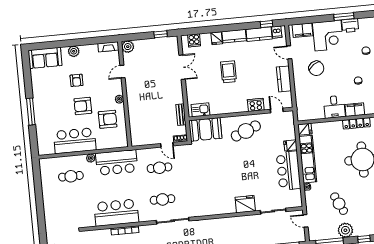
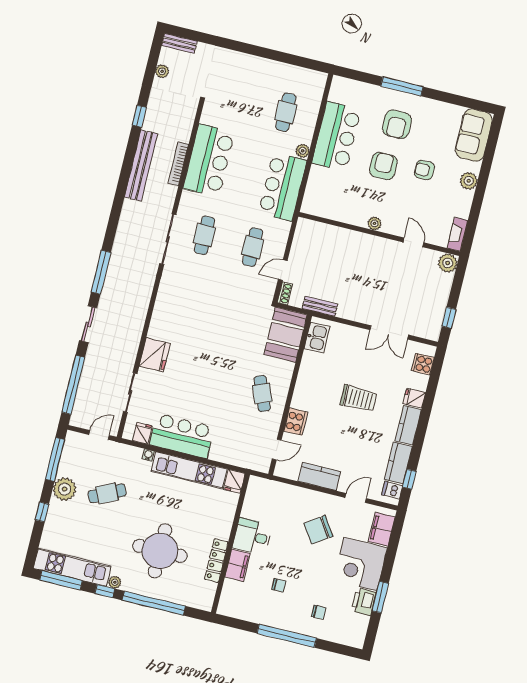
armchair: (108, 119) -> (397, 124), moved
cafe table: (246, 131) -> (262, 394), width x0.73, depth x0.74
fridge: (290, 145) -> (142, 433), moved

